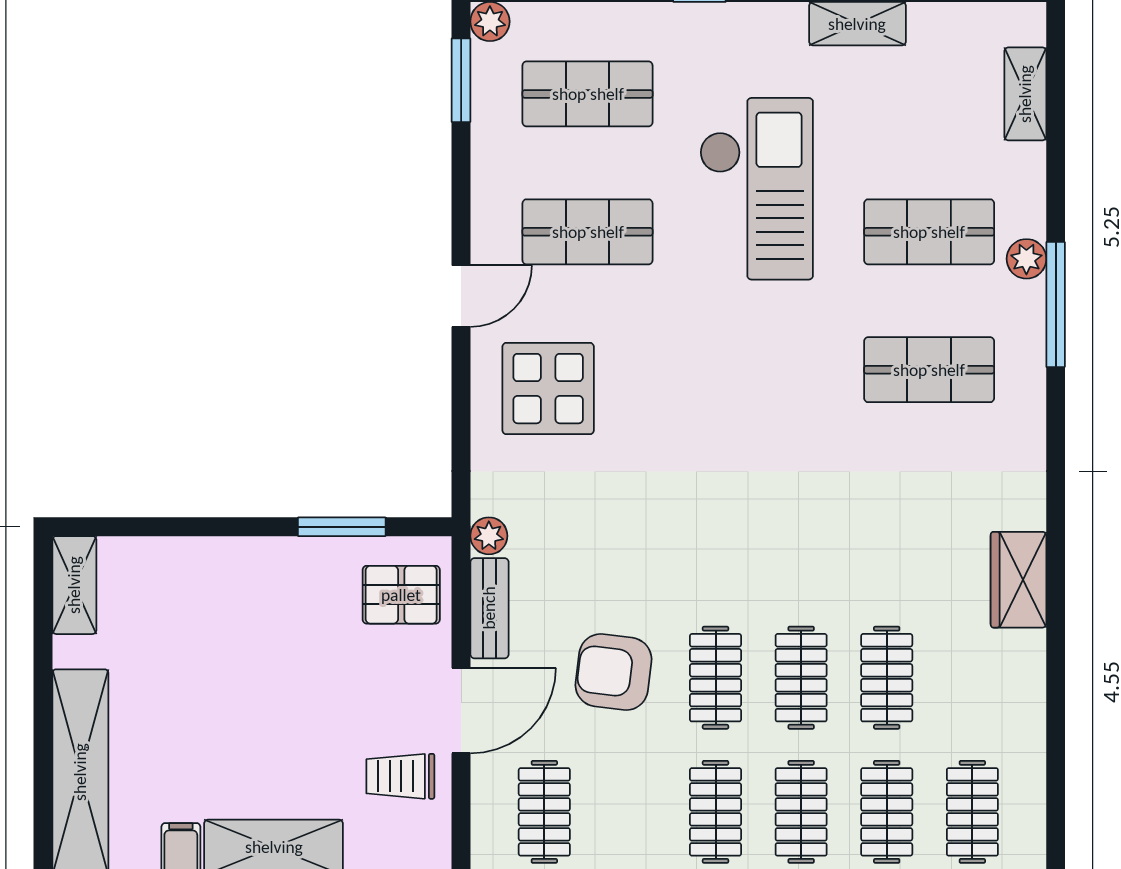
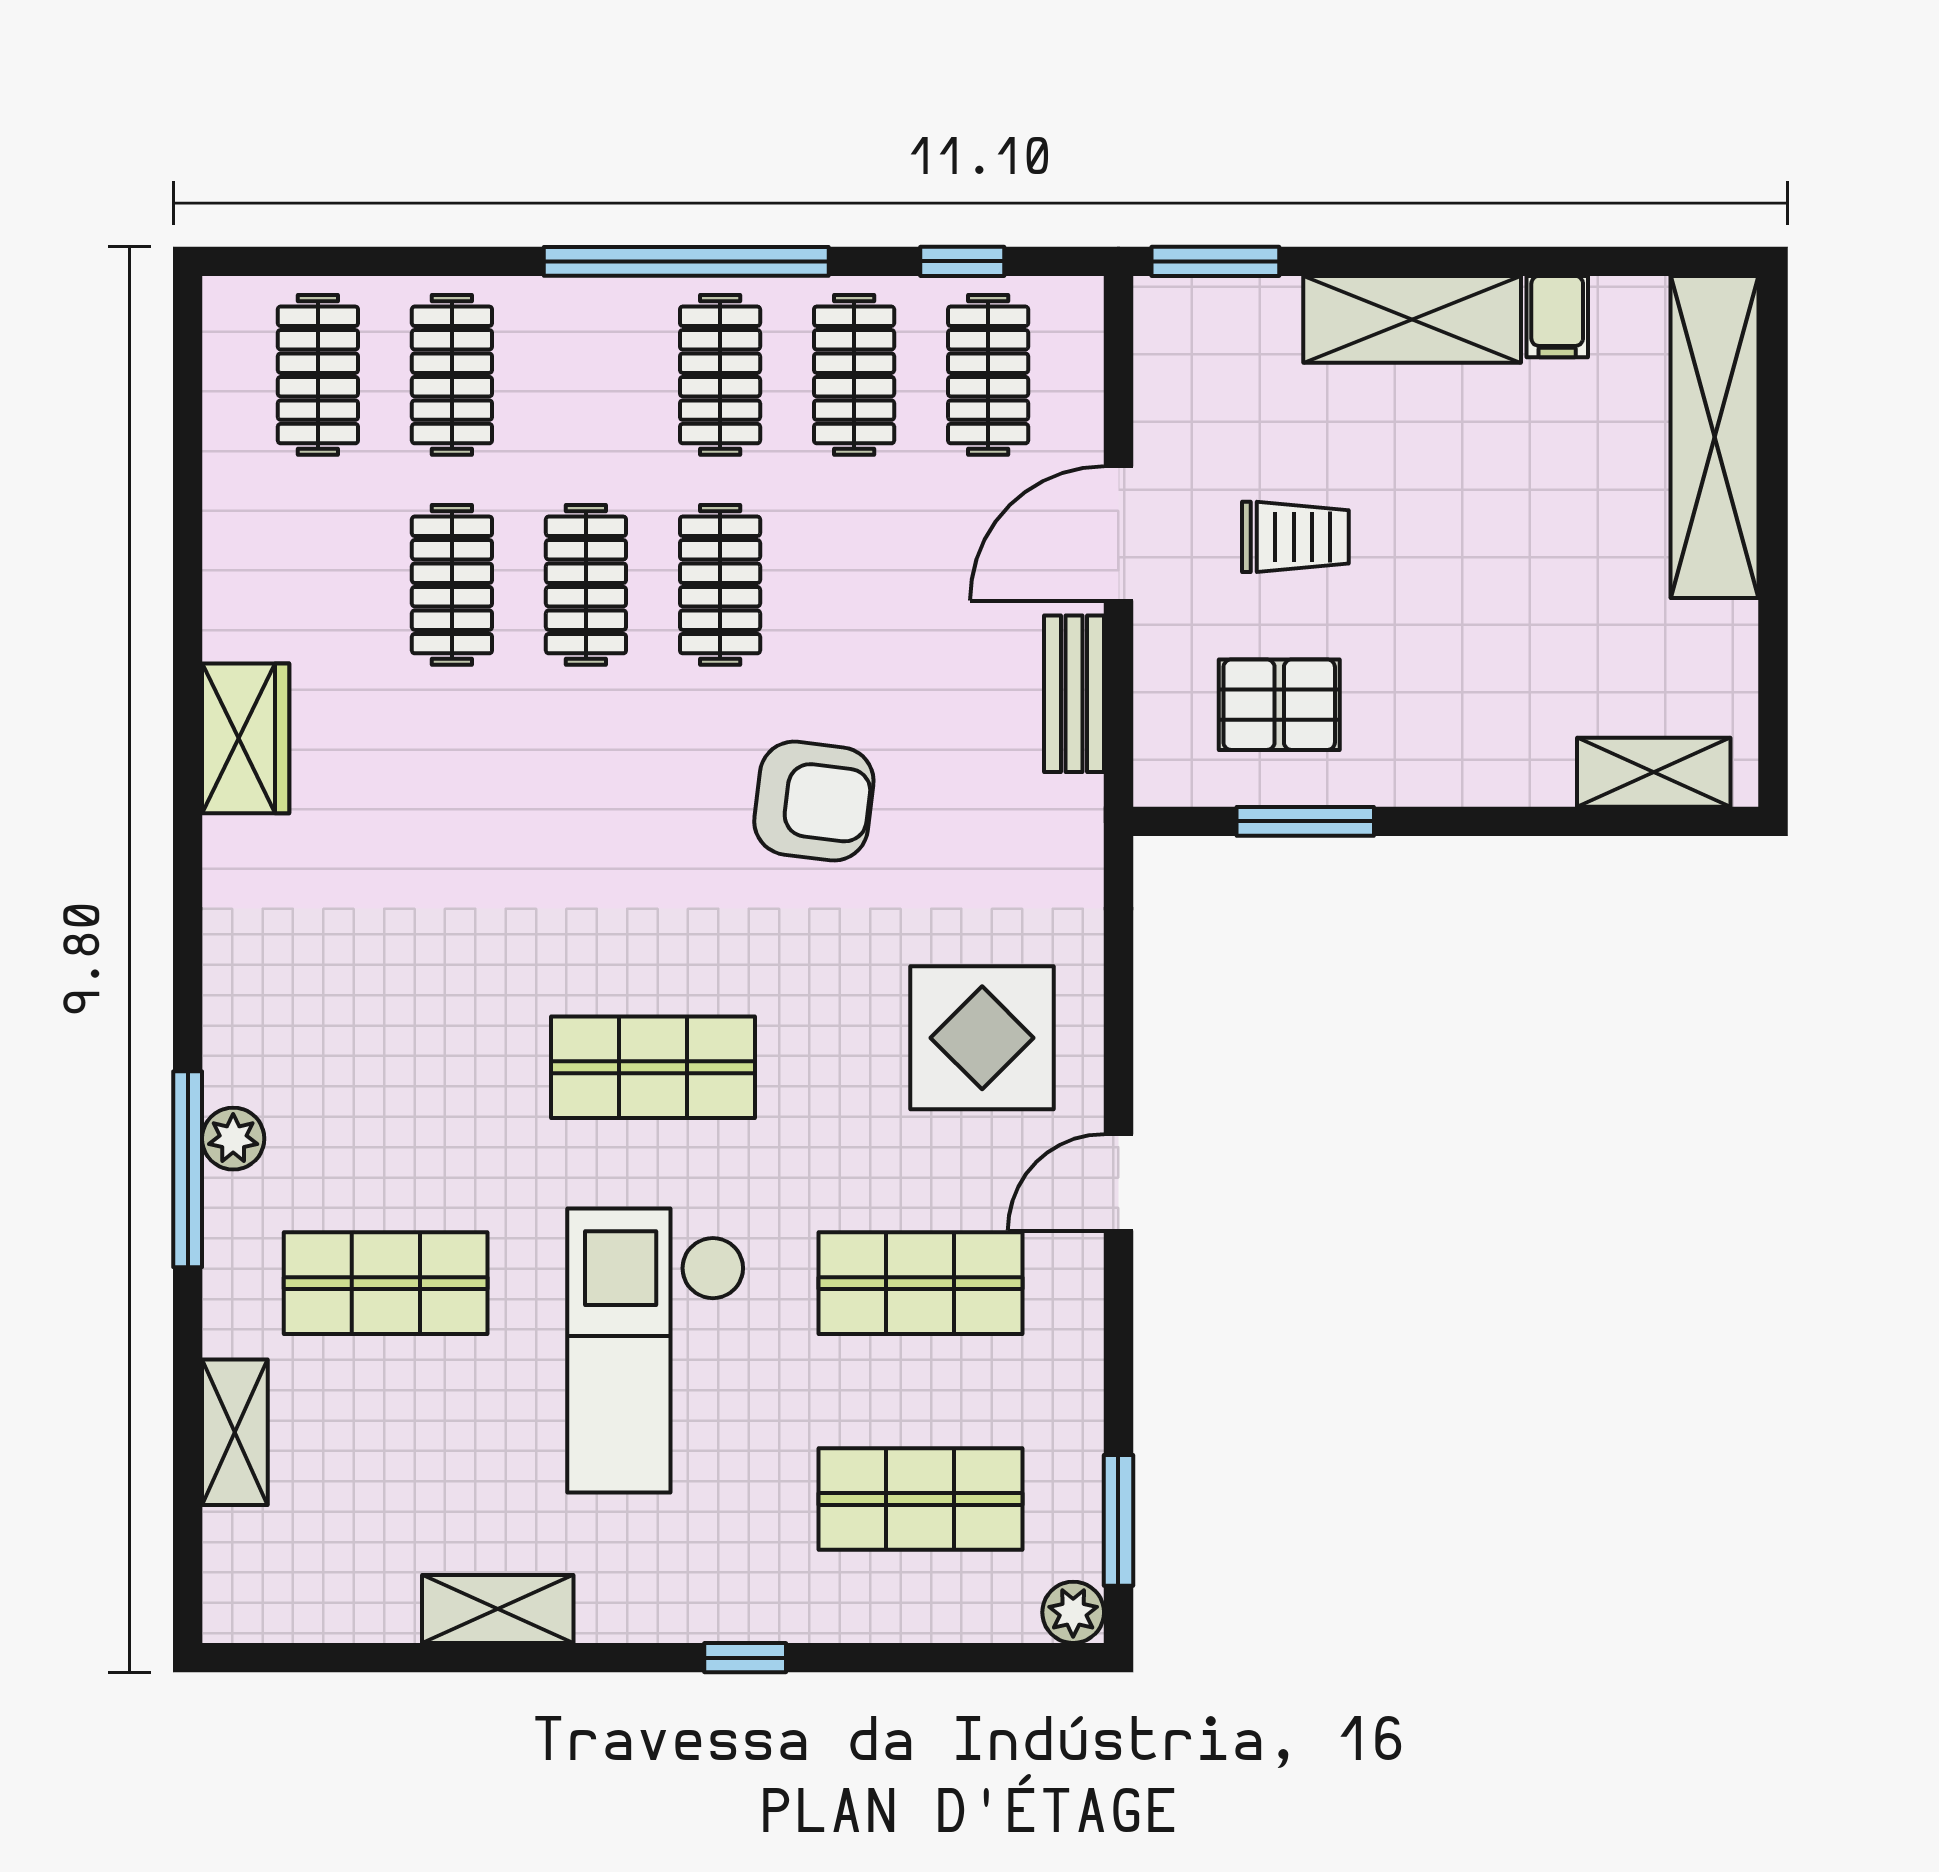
shelving: (1025, 94) -> (235, 1432), moved
plant: (1026, 259) -> (233, 1139), moved
shop shelf: (929, 370) -> (653, 1067), moved
plant: (489, 536) -> (1075, 807), removed
shelving: (74, 585) -> (1654, 772), moved, turned 90
pallet: (401, 595) -> (1279, 705), moved
armchair: (613, 672) -> (814, 801), moved
trolley: (400, 776) -> (1295, 537), moved
clothes rail: (801, 812) -> (854, 375), moved

